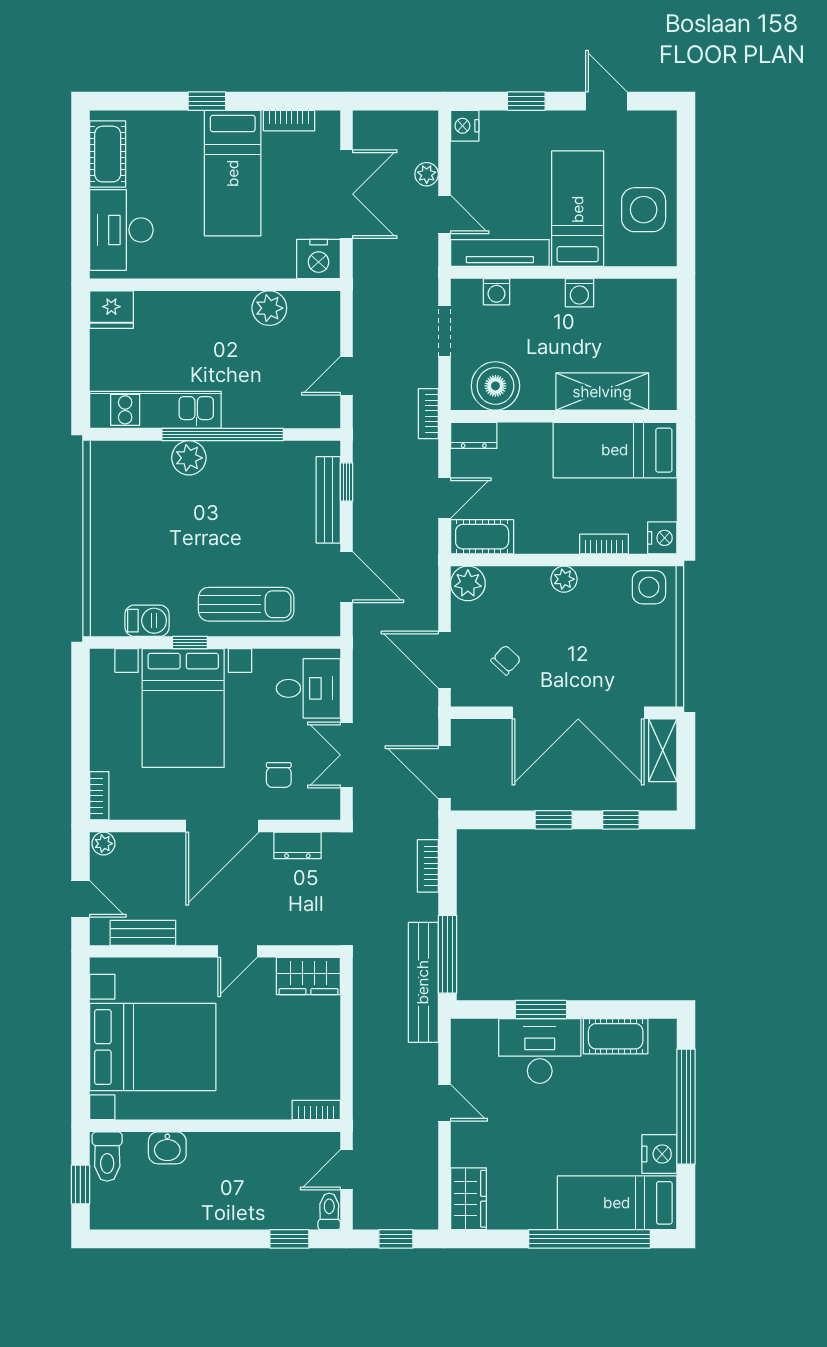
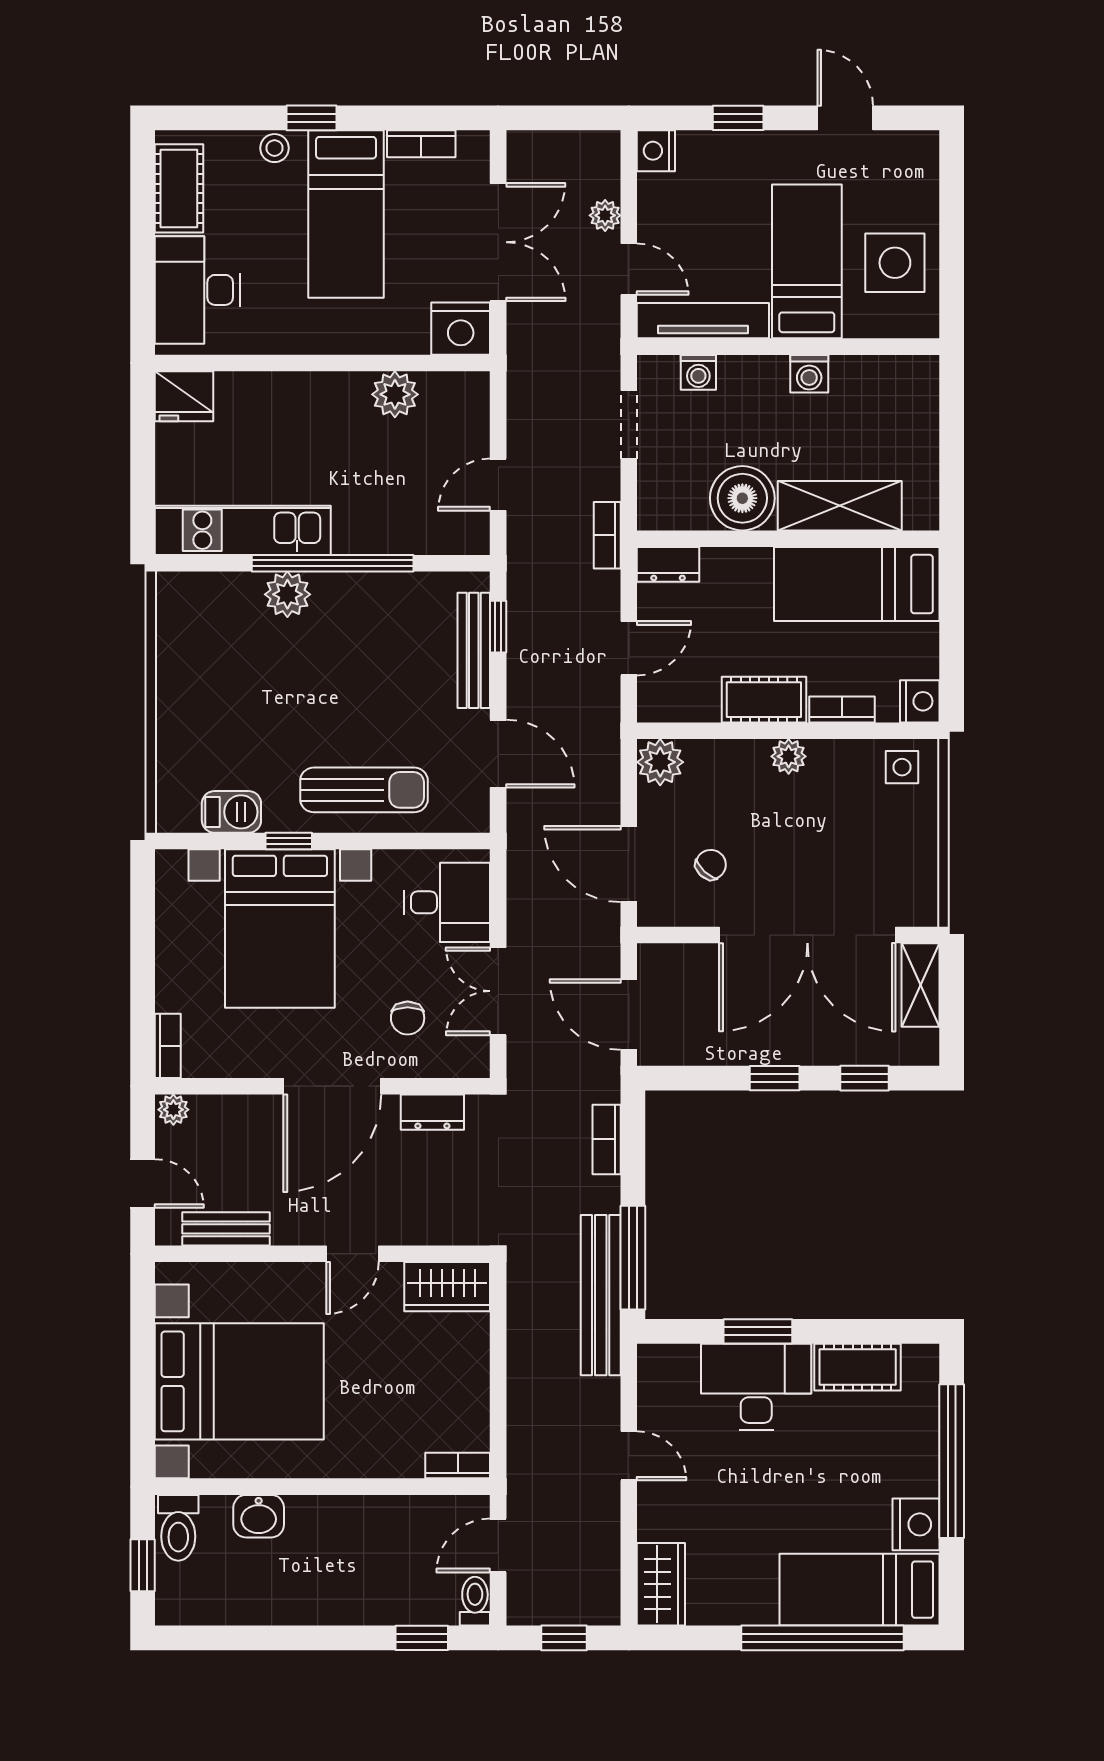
stool: (179, 124) -> (274, 148), added
boiler: (495, 386) -> (742, 498), moved
cot: (482, 537) -> (764, 700), moved
side table: (649, 587) -> (902, 767), width x0.73, depth x0.73

